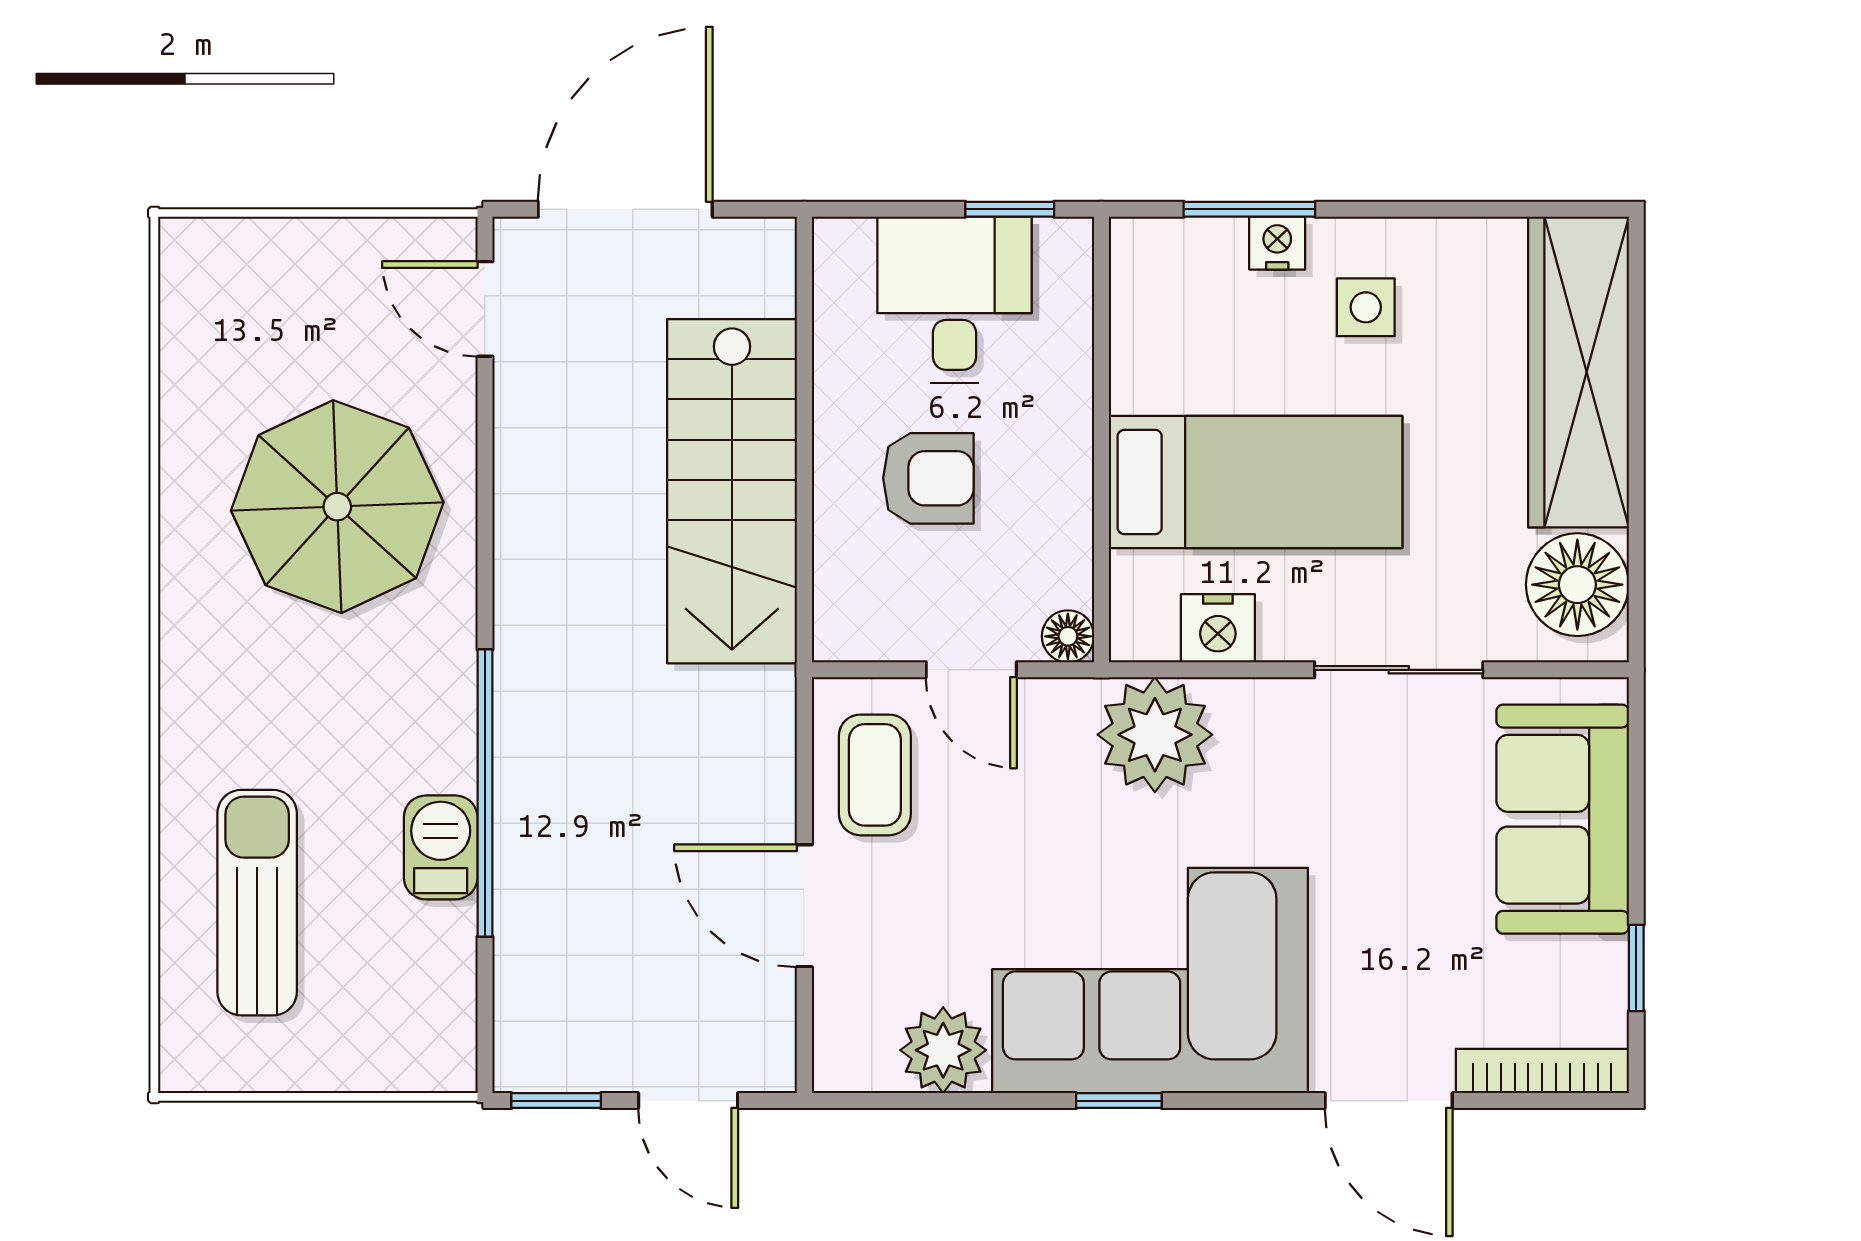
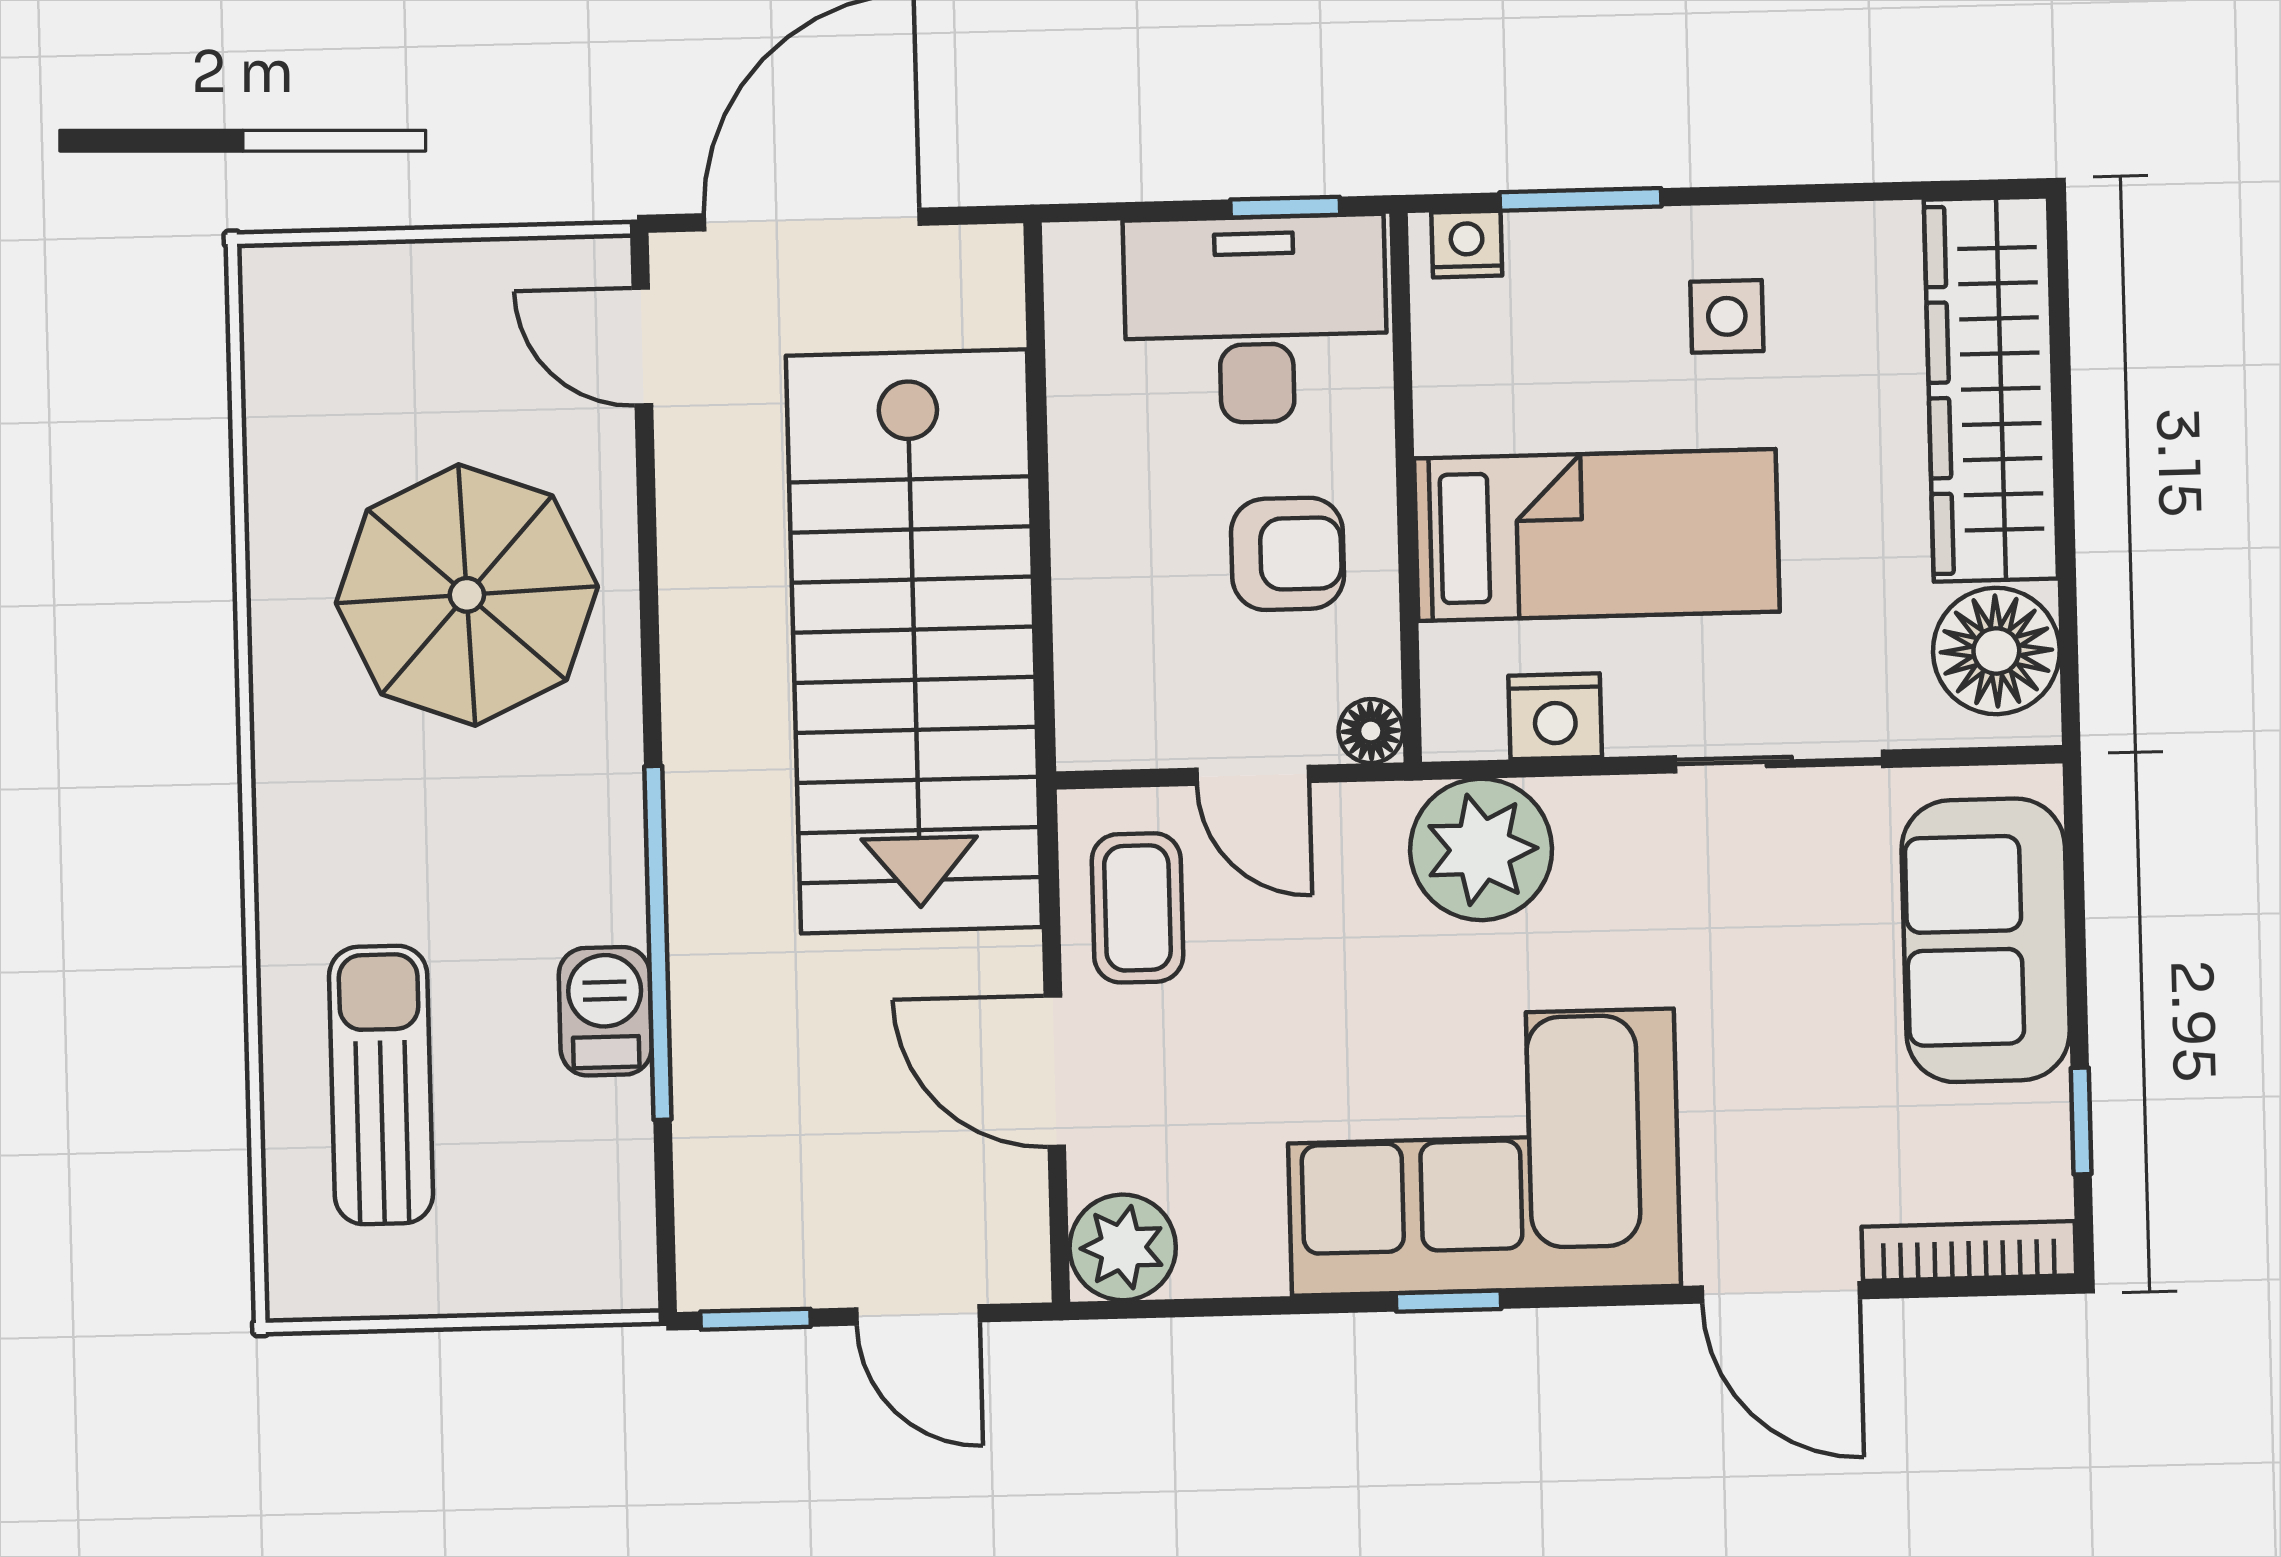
nightstand: (1277, 243) -> (1467, 244), moved
desk: (954, 300) -> (1256, 320), width x1.37
armchair: (928, 478) -> (1287, 554), moved
stairs: (732, 491) -> (914, 641), width x1.36, depth x1.51
plant: (943, 1050) -> (1123, 1247), moved

